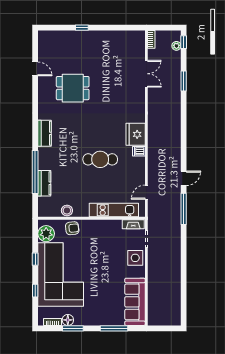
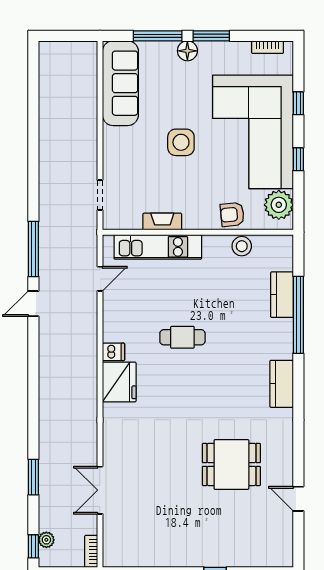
cafe table: (100, 159) -> (182, 337), width x0.73, depth x0.74
fireplace: (133, 224) -> (162, 221), moved
side table: (135, 258) -> (181, 142), moved
floor lamp: (68, 320) -> (187, 51), moved
window: (73, 328) -> (211, 36), moved

